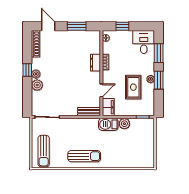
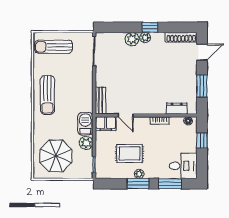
dresser: (95, 63) -> (177, 108), moved
parasol: (135, 149) -> (56, 156), added

